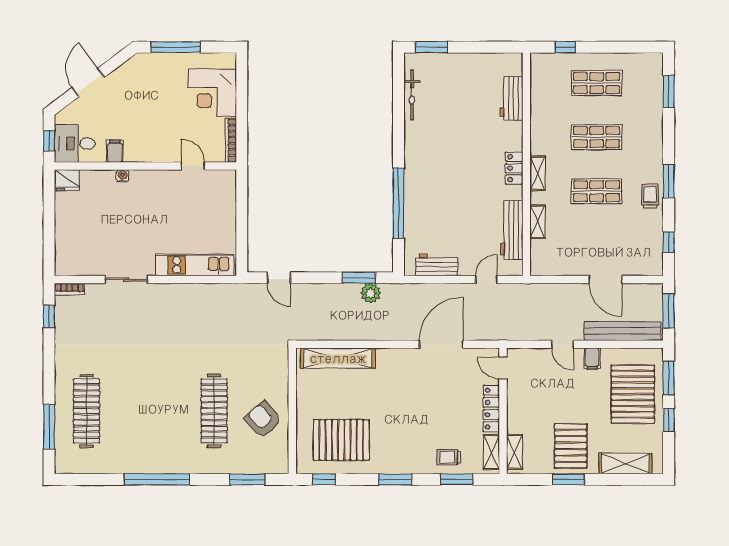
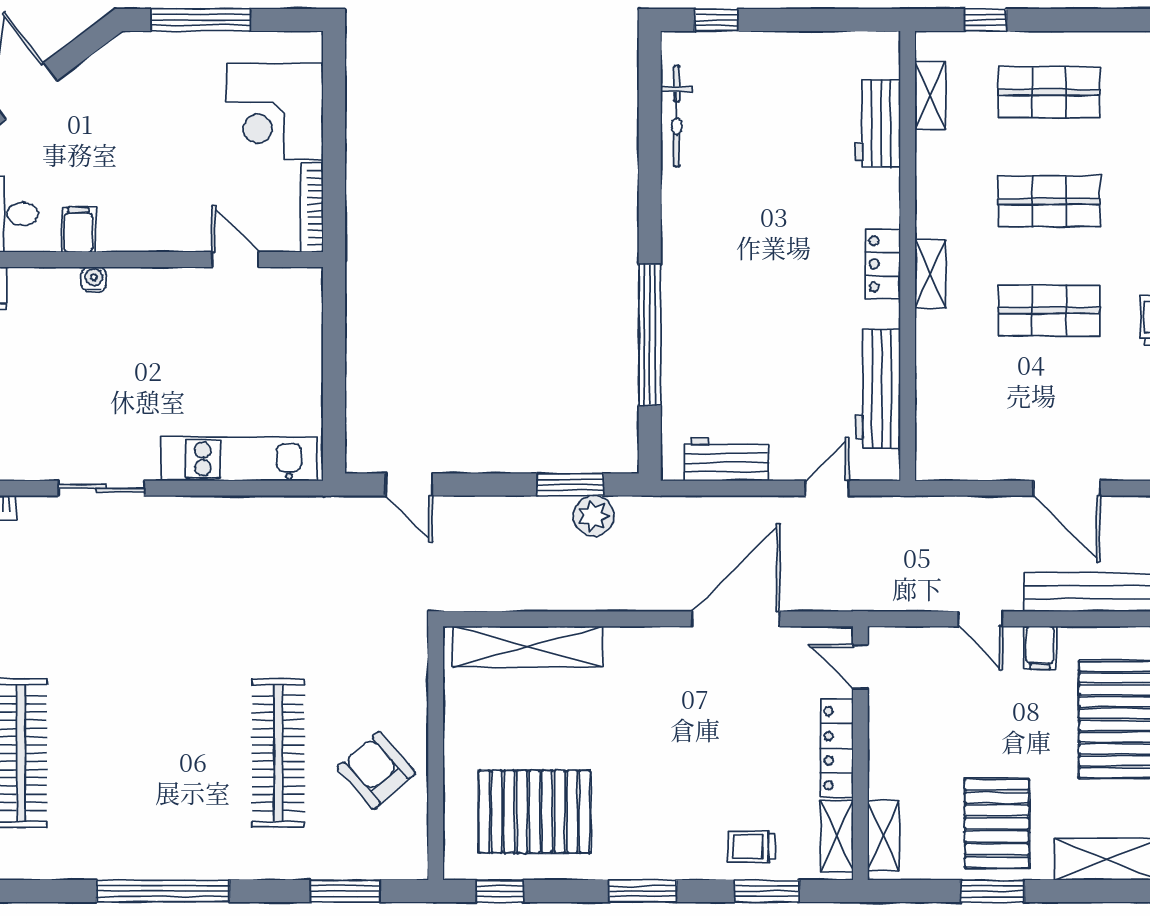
window: (432, 47) -> (716, 20), width x0.67
shelving: (538, 222) -> (930, 95), moved

